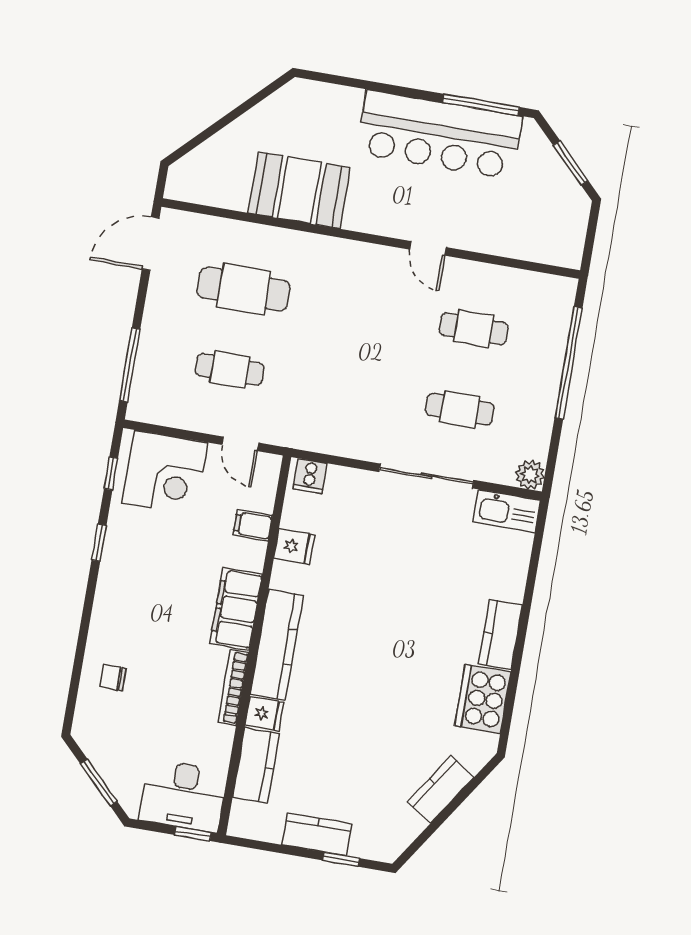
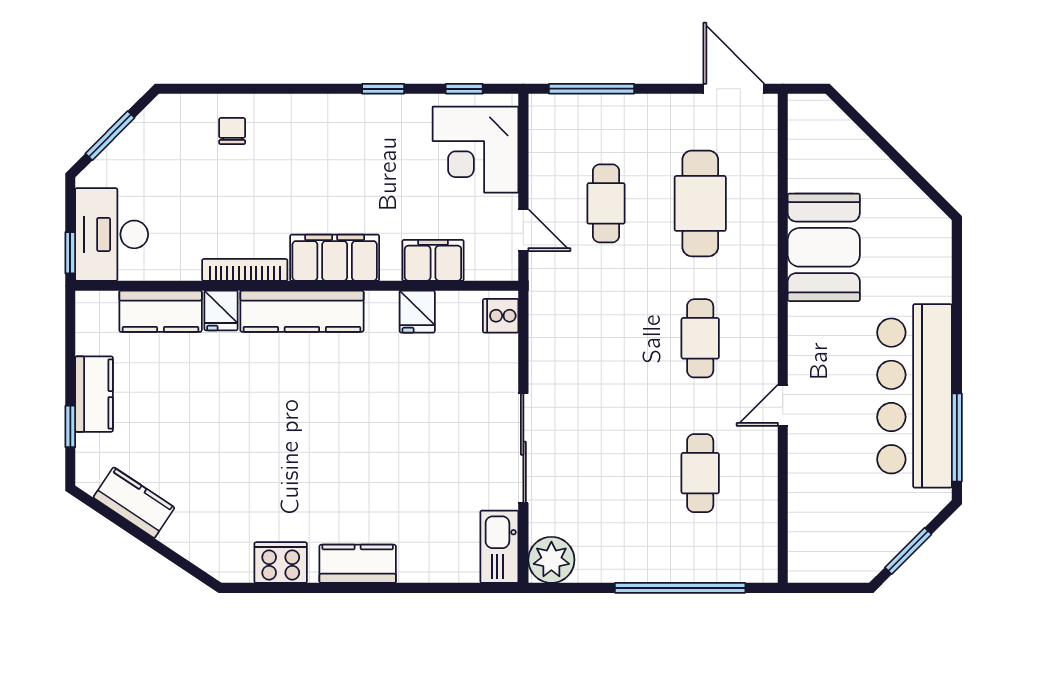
cafe table: (460, 409) -> (700, 338), moved
door: (240, 444) -> (523, 230), swing flipped
plant: (530, 475) -> (551, 560), width x1.36, depth x1.36
filing cabinet: (253, 525) -> (433, 260), width x2.00
cooker: (483, 699) -> (281, 563), width x0.73, depth x0.76
kitchen counter: (441, 789) -> (134, 503), moved

